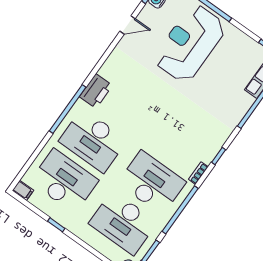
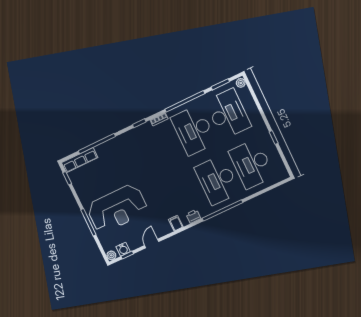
door: (128, 25) -> (152, 244), hinge flipped
printer: (96, 91) -> (193, 216), width x0.53, depth x0.68
desk: (93, 141) -> (217, 180), turned 180
filing cabinet: (23, 190) -> (176, 223), moved

